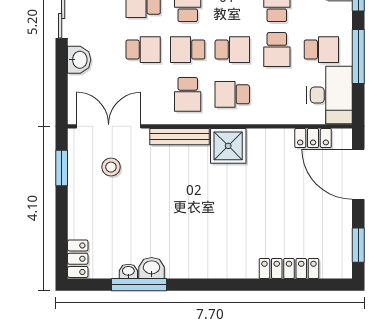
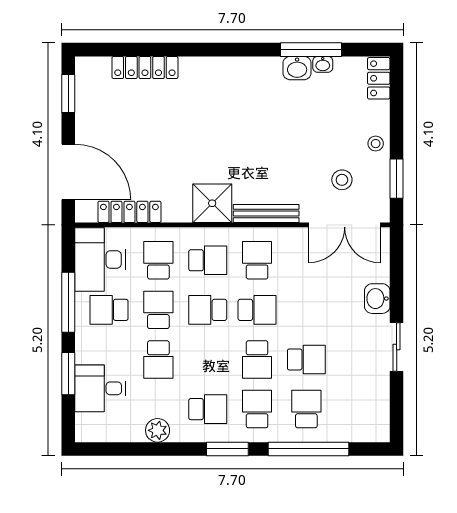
school desk: (143, 50) -> (158, 260), moved, turned 90
locker: (313, 138) -> (129, 212), width x1.53
stool: (81, 200) -> (376, 144), added

